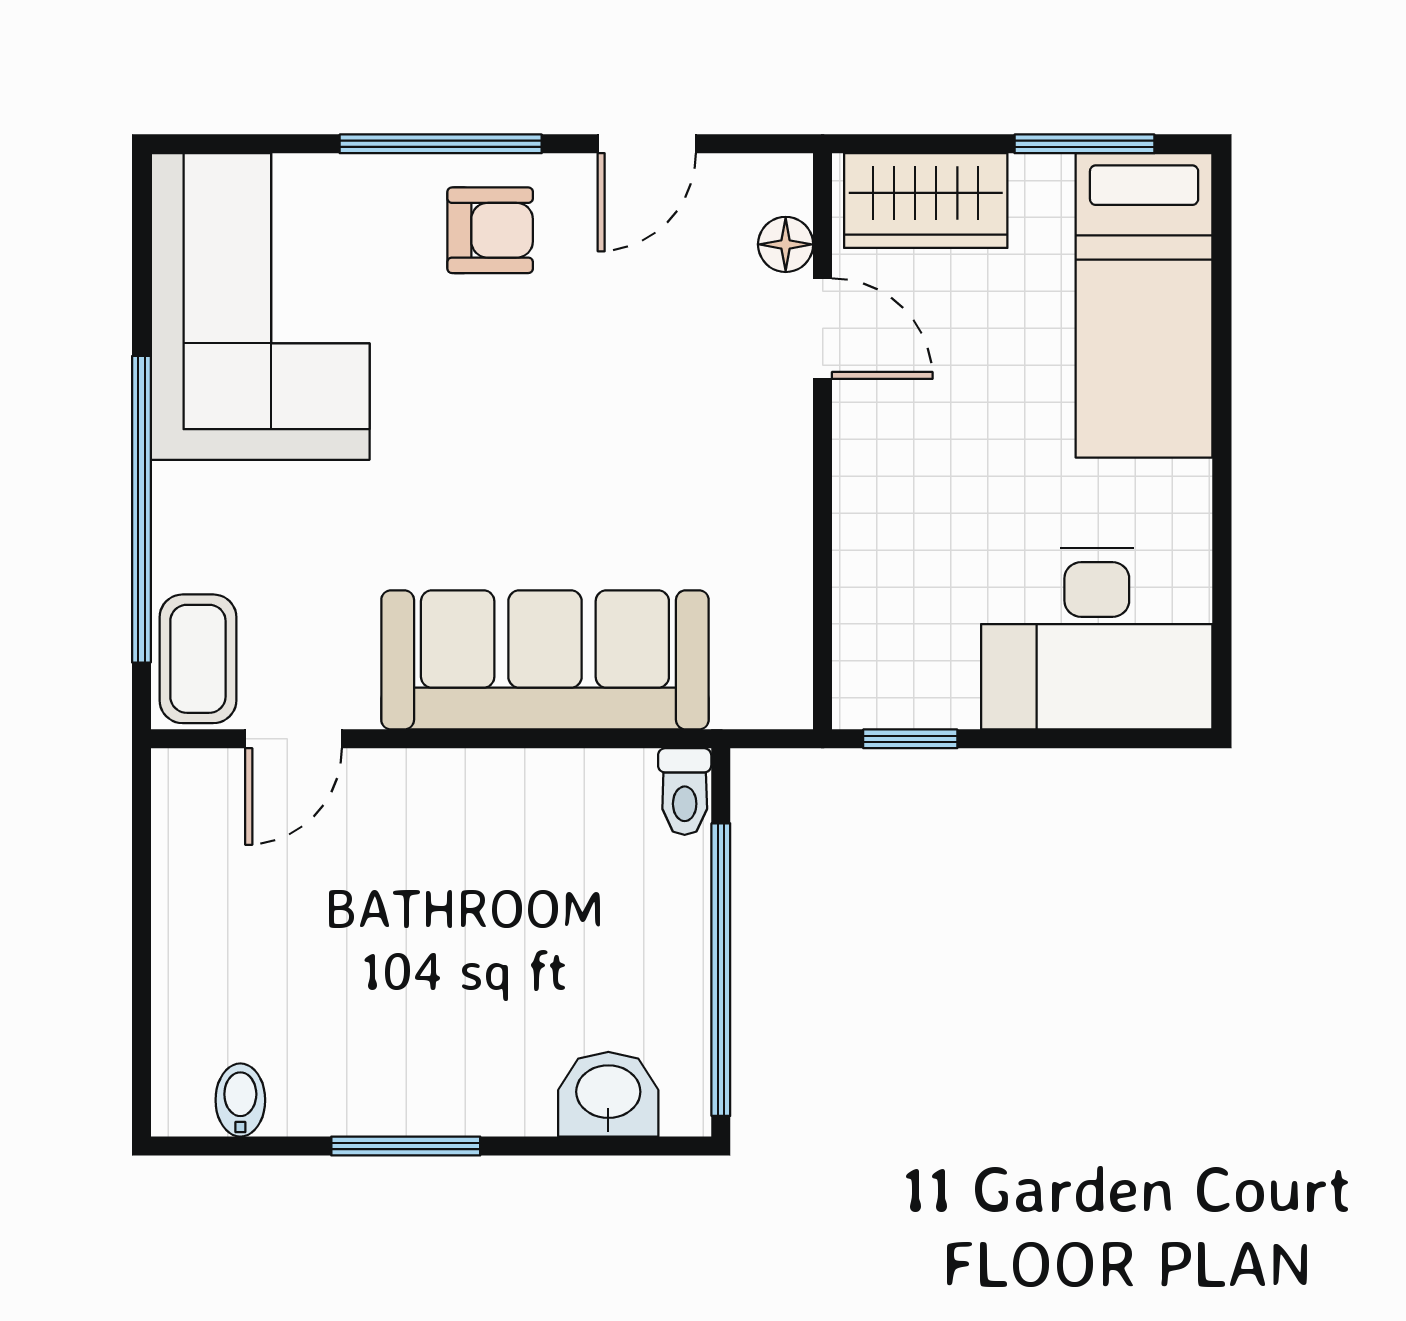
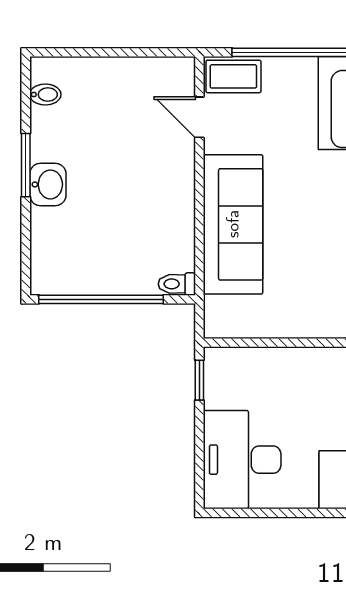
washbasin: (608, 1094) -> (48, 184), moved

